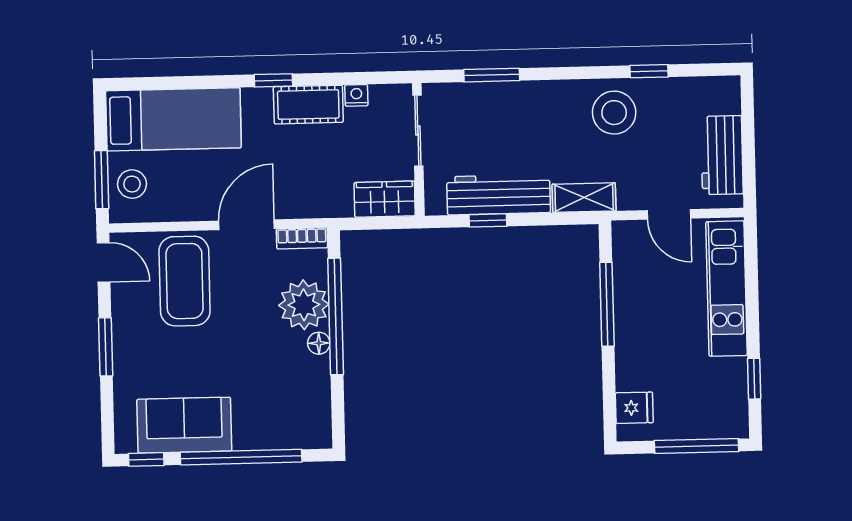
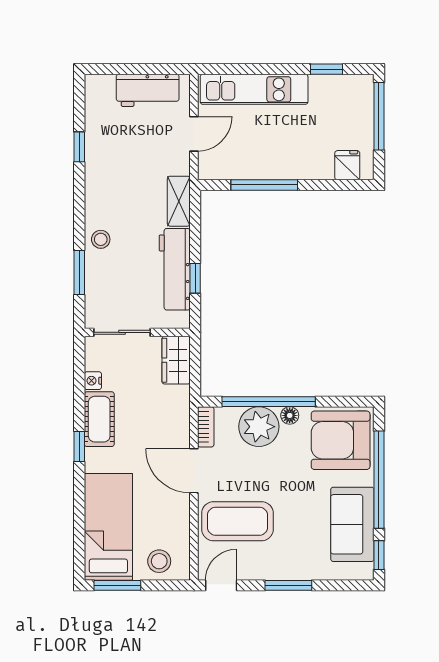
stool: (614, 113) -> (101, 239), moved, width x0.53, depth x0.53
window: (102, 180) -> (117, 585), moved
armchair: (289, 408) -> (341, 440), added

